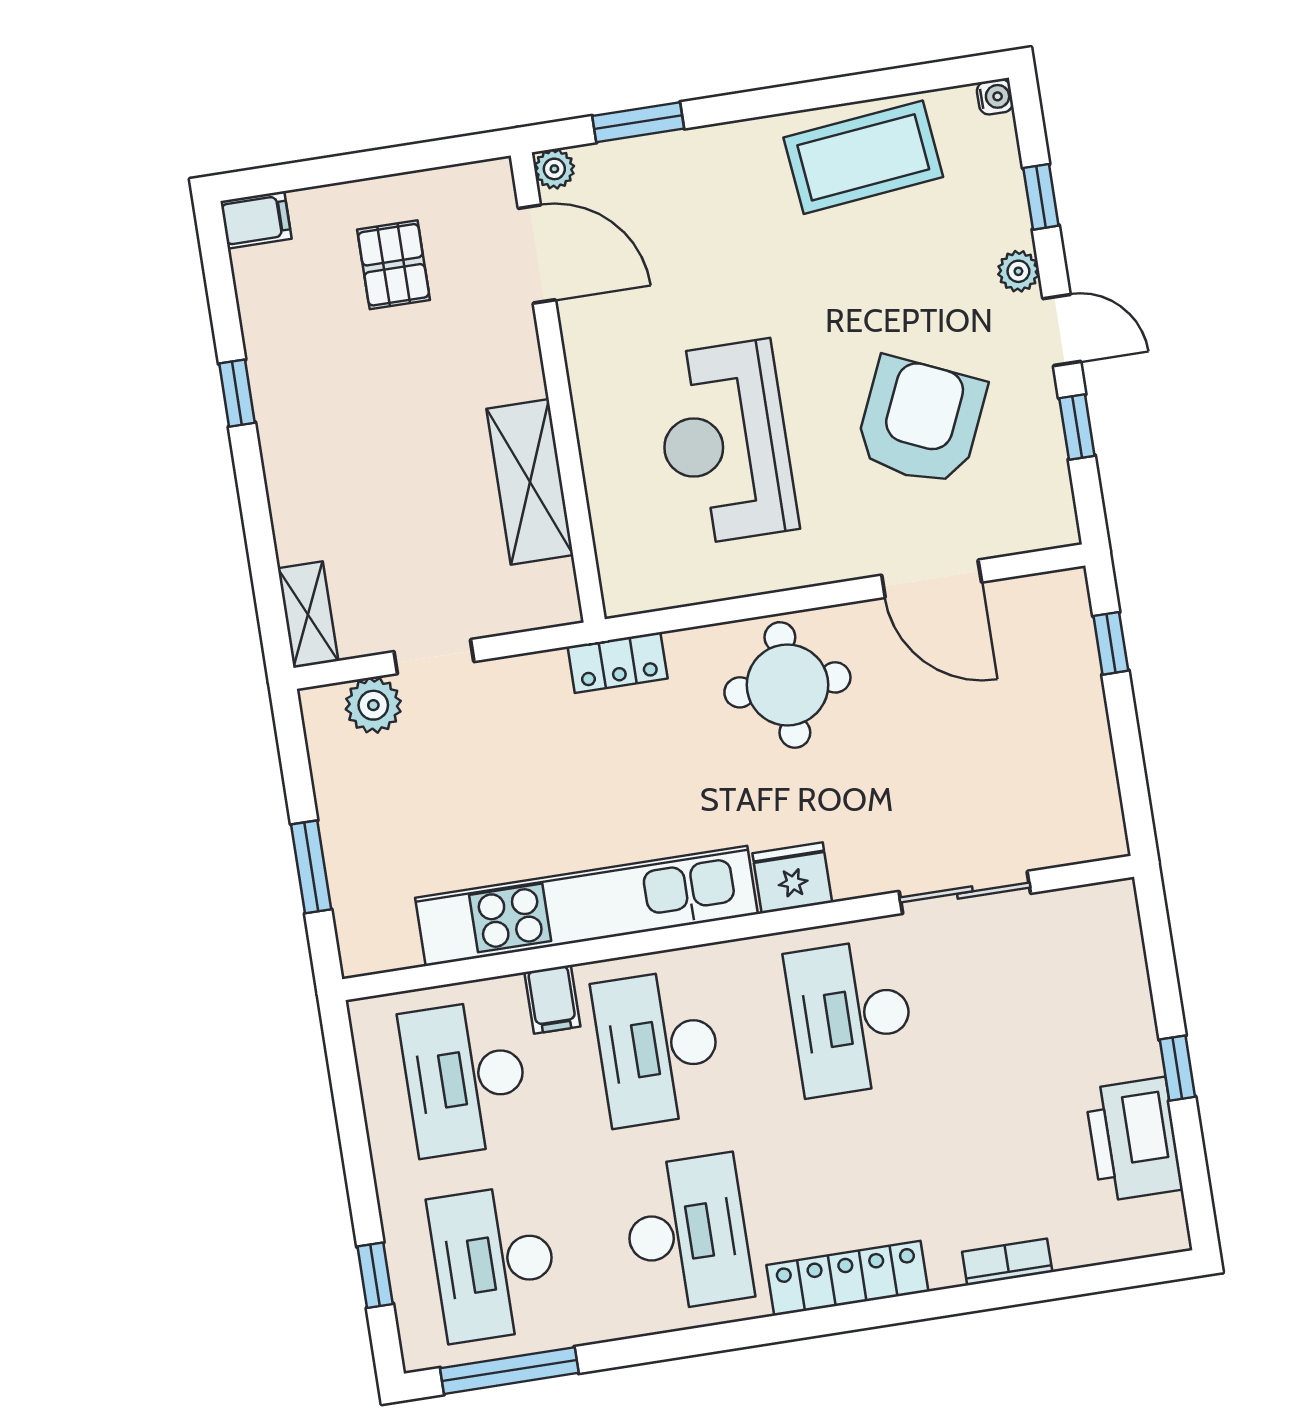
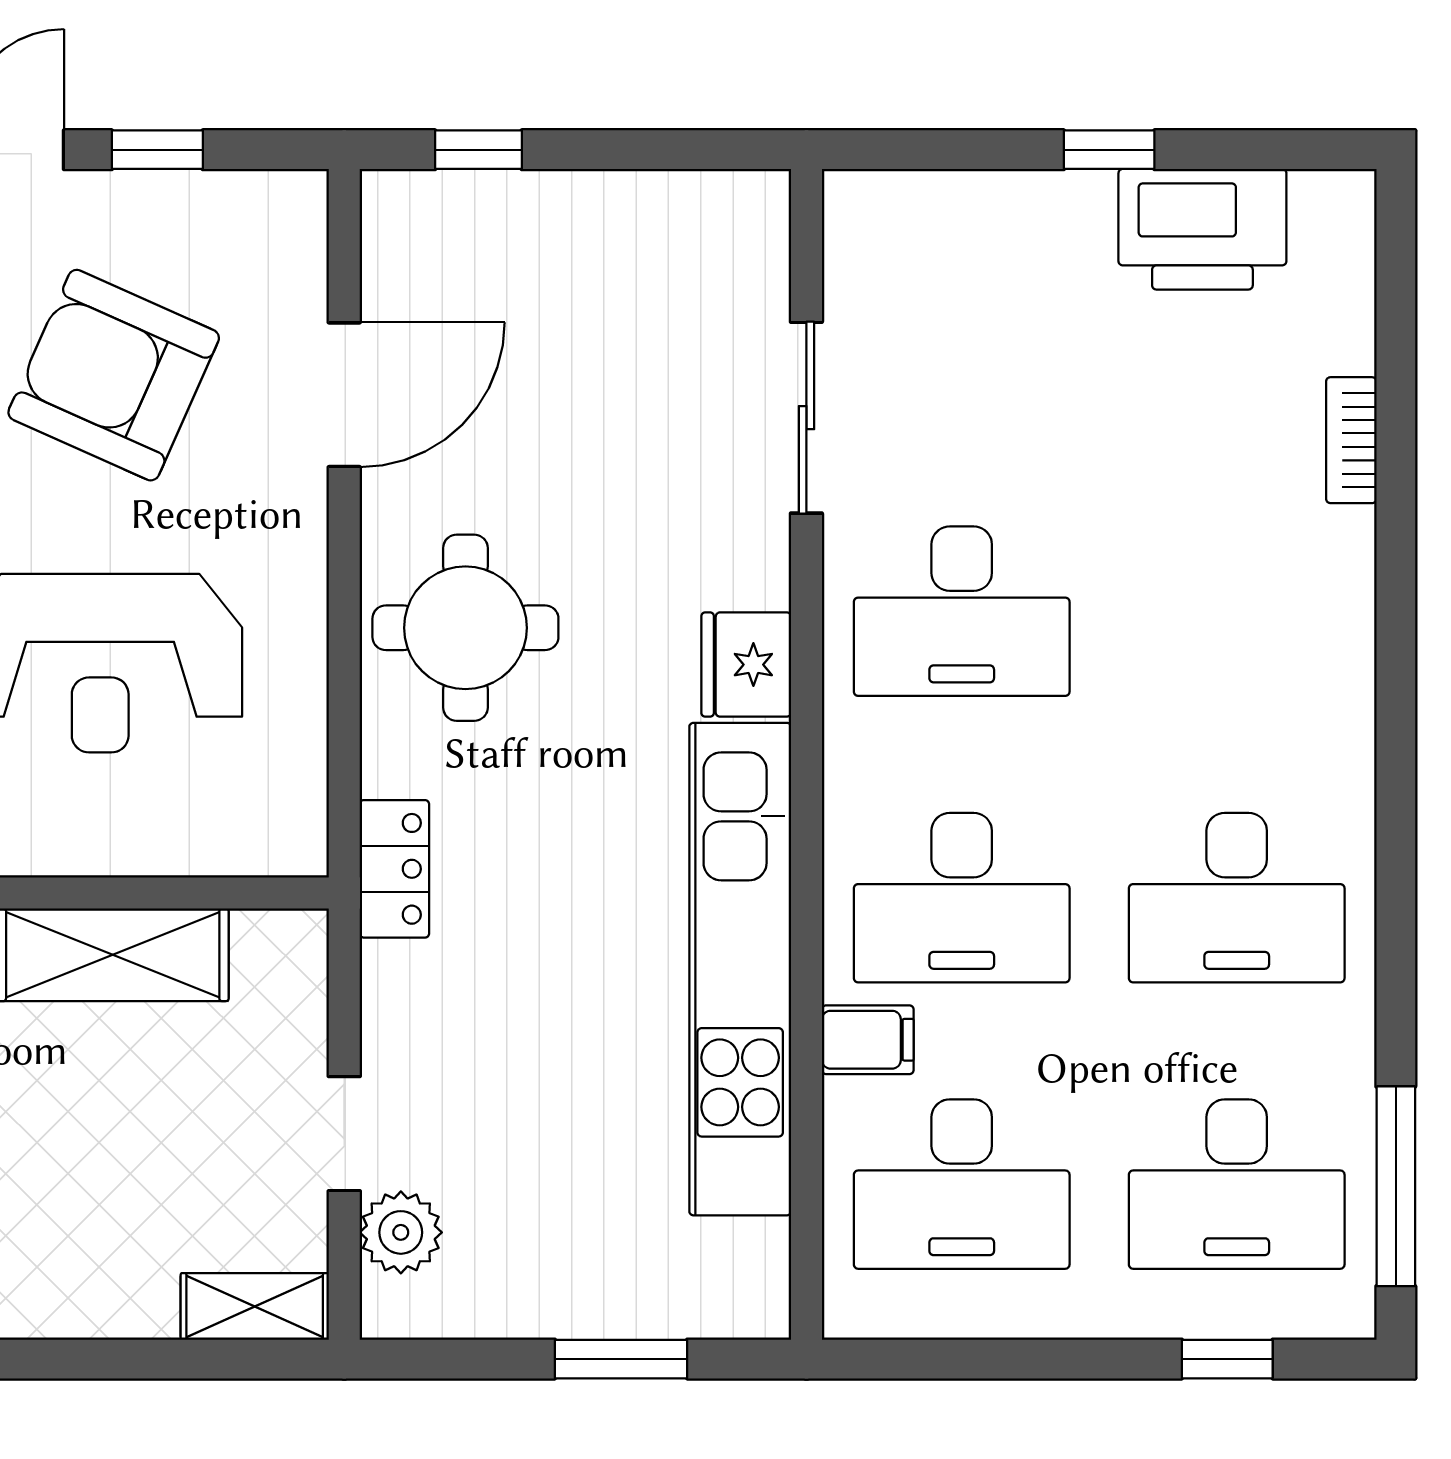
desk: (687, 1233) -> (1237, 898), turned 180
locker: (847, 1278) -> (1339, 676), removed

